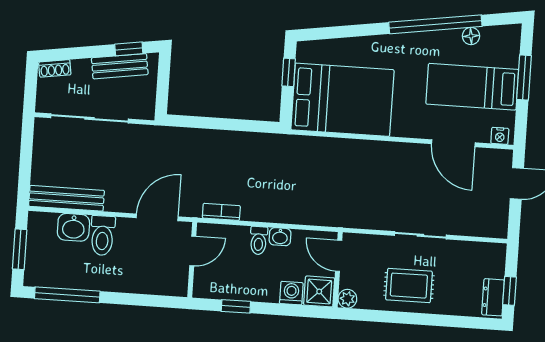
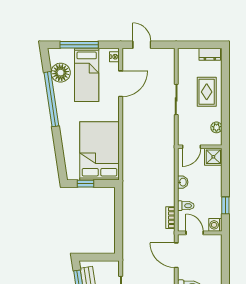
floor lamp: (471, 36) -> (61, 73), width x1.89, depth x1.89
window: (524, 77) -> (79, 45), width x1.44
toilet: (259, 240) -> (186, 206), moved
rug: (409, 286) -> (207, 92), moved
window: (510, 291) -> (205, 45), removed
washing machine: (291, 293) -> (215, 225), moved
plant: (347, 299) -> (216, 127), moved

